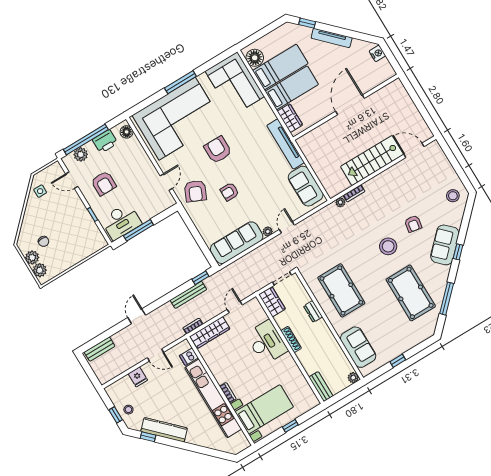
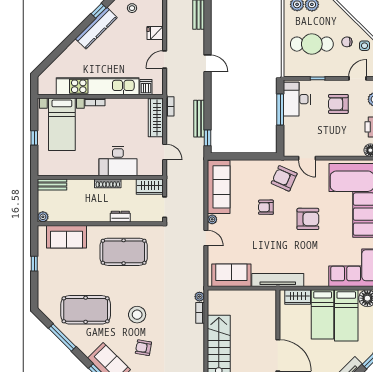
armchair: (229, 192) -> (266, 207), turned -90
cafe table: (66, 237) -> (312, 44), added
chair: (44, 241) -> (347, 42), moved

